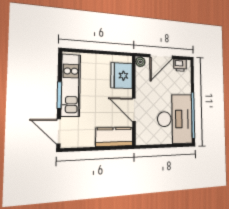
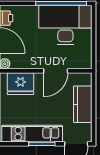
kitchen counter: (114, 137) -> (83, 104), moved

